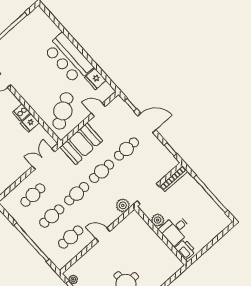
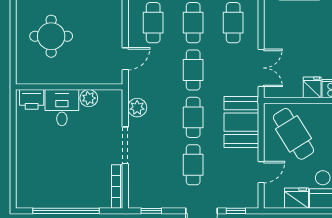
plant: (158, 220) -> (89, 98), moved
desk: (175, 230) -> (62, 108), moved
wall: (161, 236) -> (69, 87), moved
printer: (185, 249) -> (32, 99), moved

